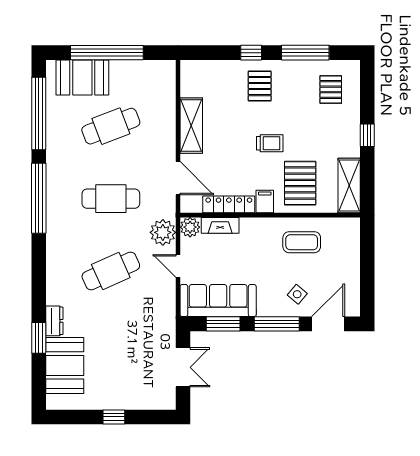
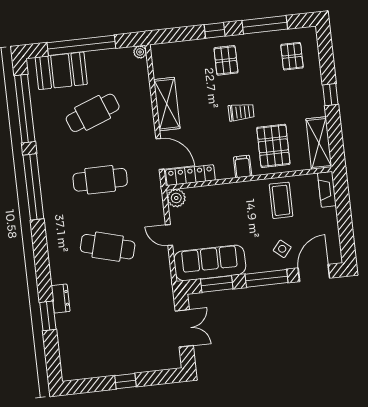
locker: (229, 204) -> (190, 175), moved
fireplace: (220, 225) -> (327, 189), moved, turned 90
plant: (163, 232) -> (140, 52), moved, width x0.53, depth x0.53
coffee table: (302, 242) -> (281, 200), turned 90
cafe table: (111, 271) -> (108, 247), turned 39
booth: (65, 365) -> (75, 339), removed

